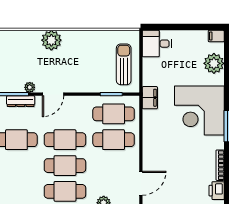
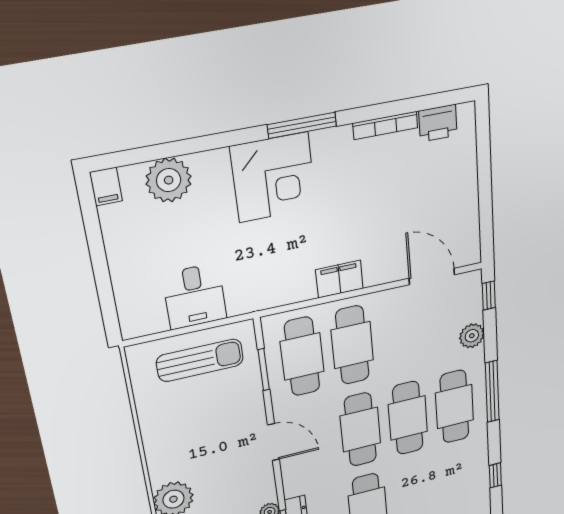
desk: (157, 44) -> (195, 296), moved
sun lounger: (124, 64) -> (200, 360), turned 180
door: (53, 94) -> (273, 442), moved
filing cabinet: (150, 98) -> (339, 279), moved
corner desk: (199, 110) -> (273, 177), width x0.74, depth x0.74

